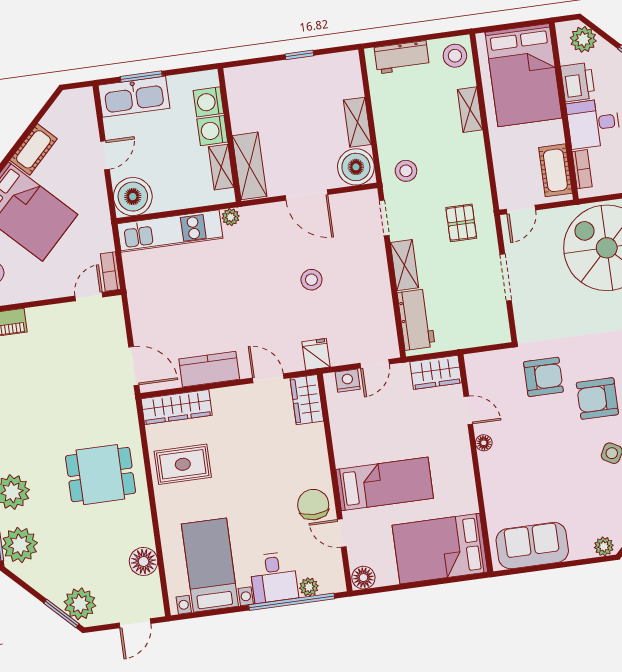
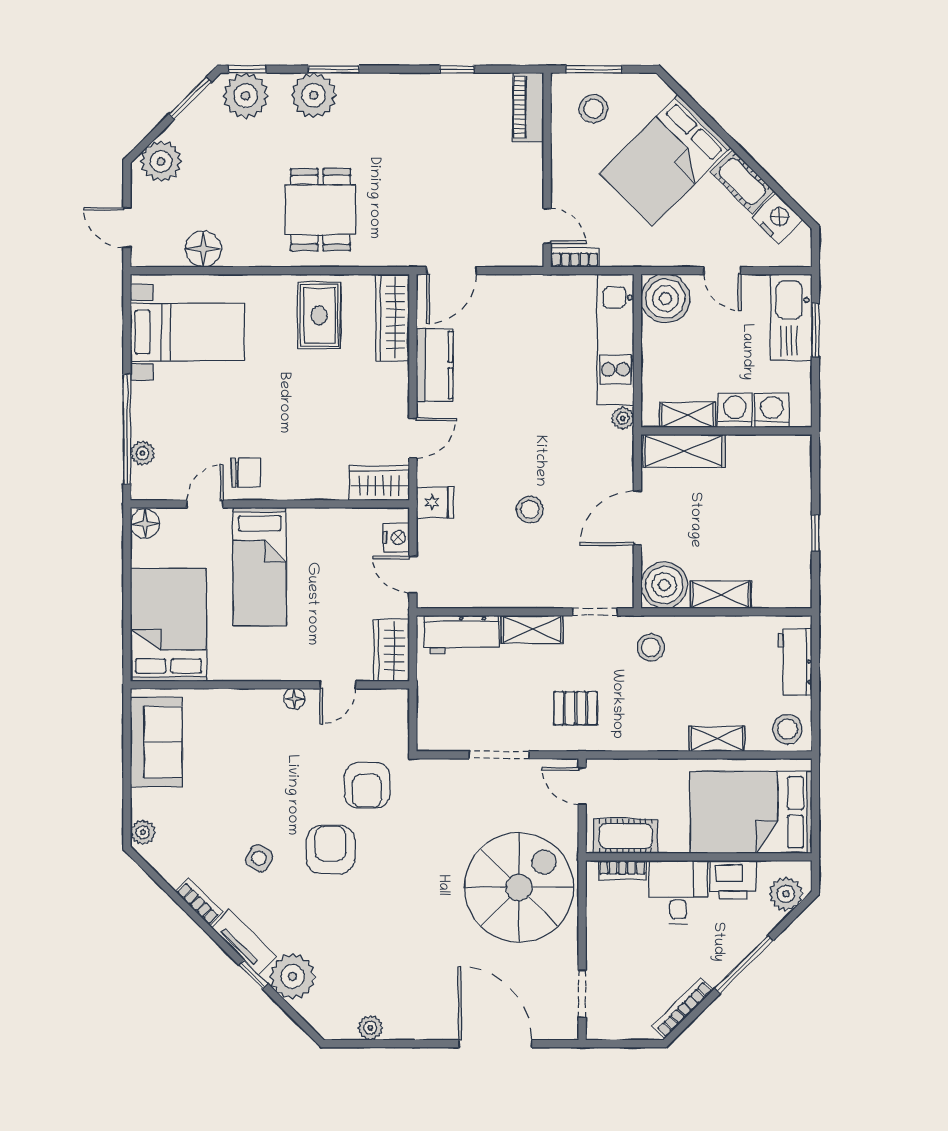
nightstand: (59, 118) -> (777, 219), added
chair: (313, 505) -> (246, 473), width x0.73, depth x0.73
desk: (274, 577) -> (161, 411), removed
window: (61, 614) -> (190, 98), moved

